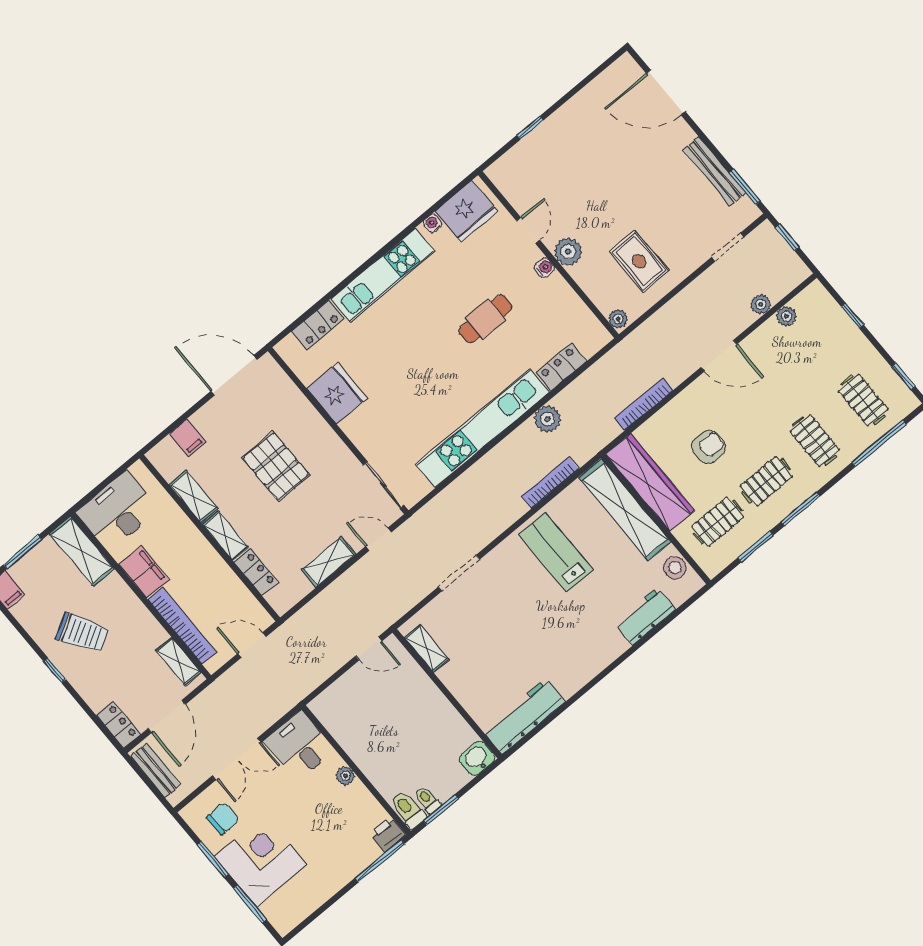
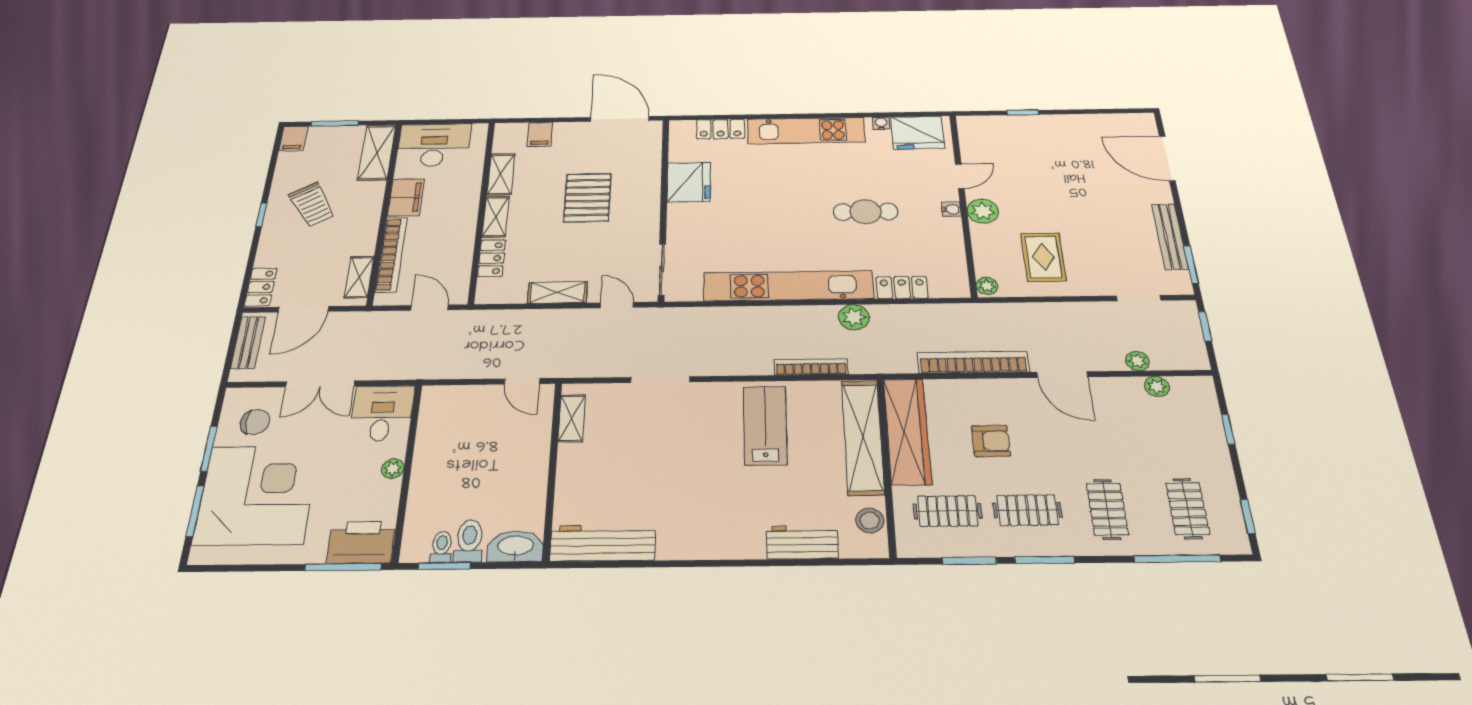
bookcase: (644, 404) -> (973, 362), width x1.48, depth x1.31
washbasin: (477, 758) -> (515, 546), width x1.38
toilet: (408, 810) -> (469, 541), moved
printer: (388, 834) -> (361, 542), width x1.87, depth x1.48
corner desk: (261, 861) -> (257, 495), width x1.36, depth x1.36

